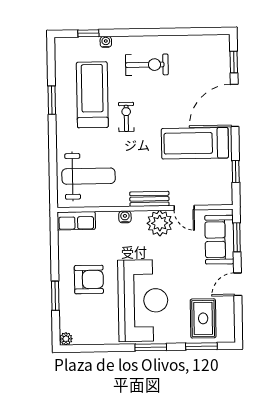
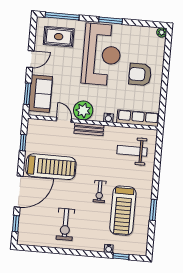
exercise bike: (147, 65) -> (65, 224), moved, turned -90
weight bench: (89, 176) -> (132, 151), width x0.73, depth x0.75
row of seats: (76, 221) -> (138, 118), width x1.48
window: (55, 296) -> (166, 65), removed
reception desk: (143, 301) -> (102, 55), turned 180
rug: (203, 318) -> (59, 37), turned 90
window: (201, 346) -> (62, 16), width x1.44
window: (151, 347) -> (111, 20), moved

